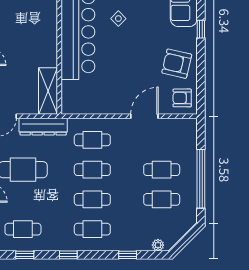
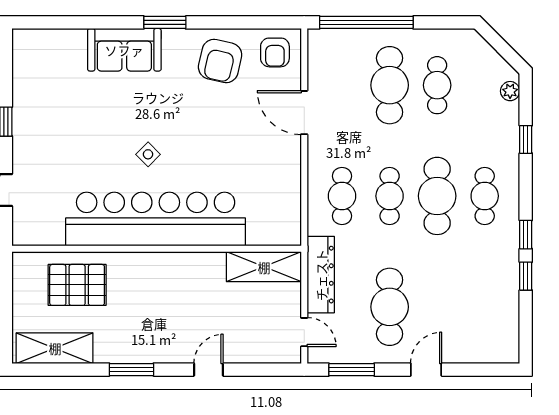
window: (201, 29) -> (165, 22), width x1.50
cafe table: (162, 170) -> (390, 85), width x1.37, depth x1.35
window: (201, 179) -> (366, 22), moved
cafe table: (92, 199) -> (437, 196), width x1.37, depth x1.35
cafe table: (23, 229) -> (485, 307), removed
window: (25, 255) -> (526, 276), moved

